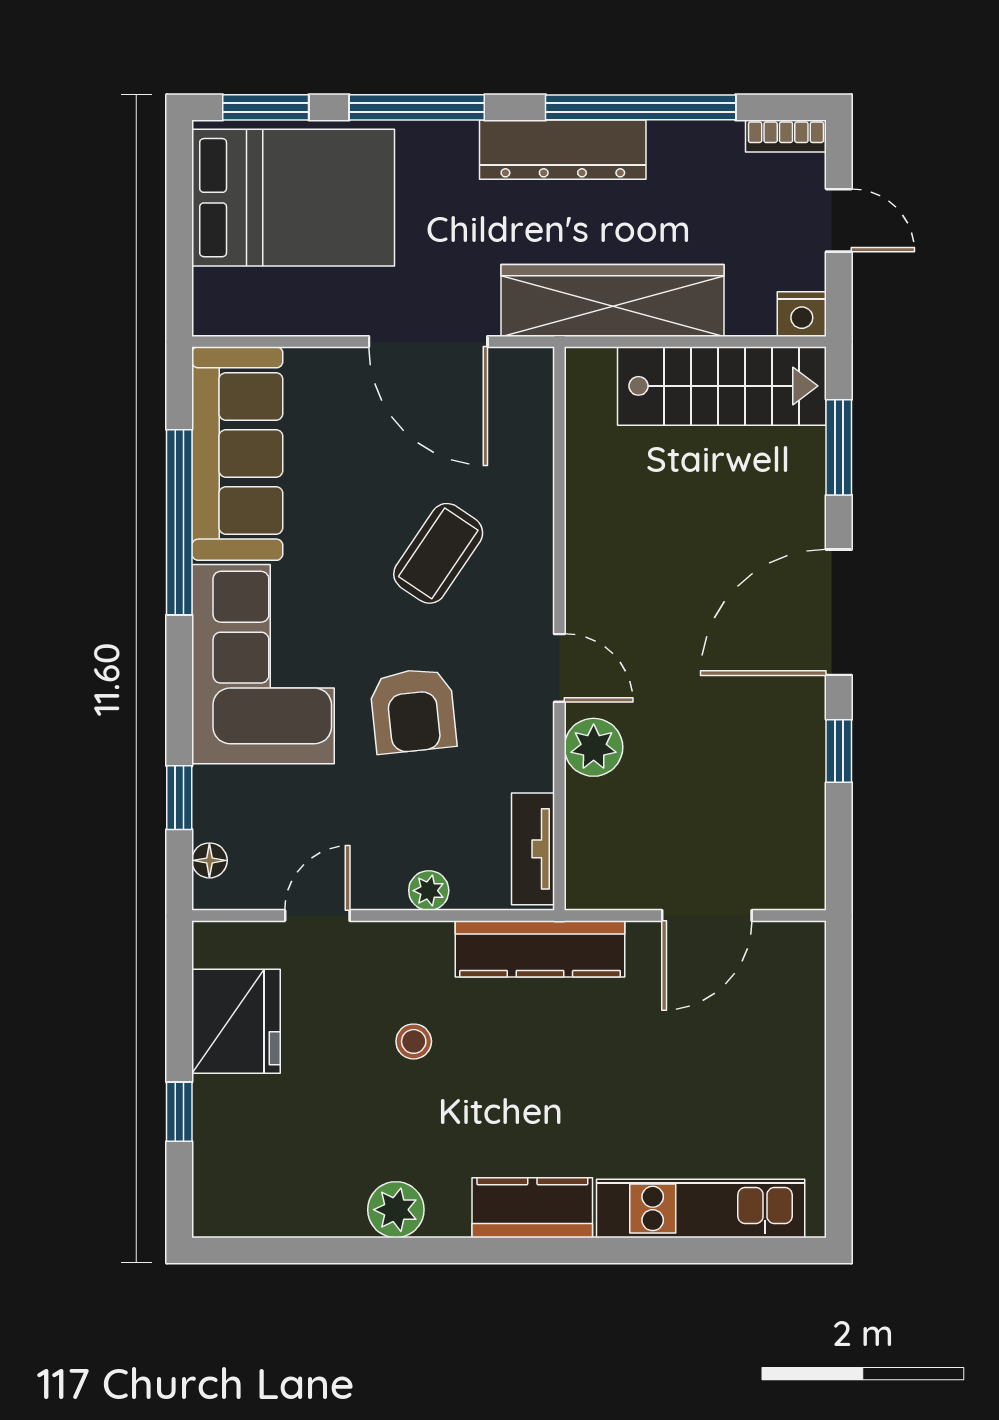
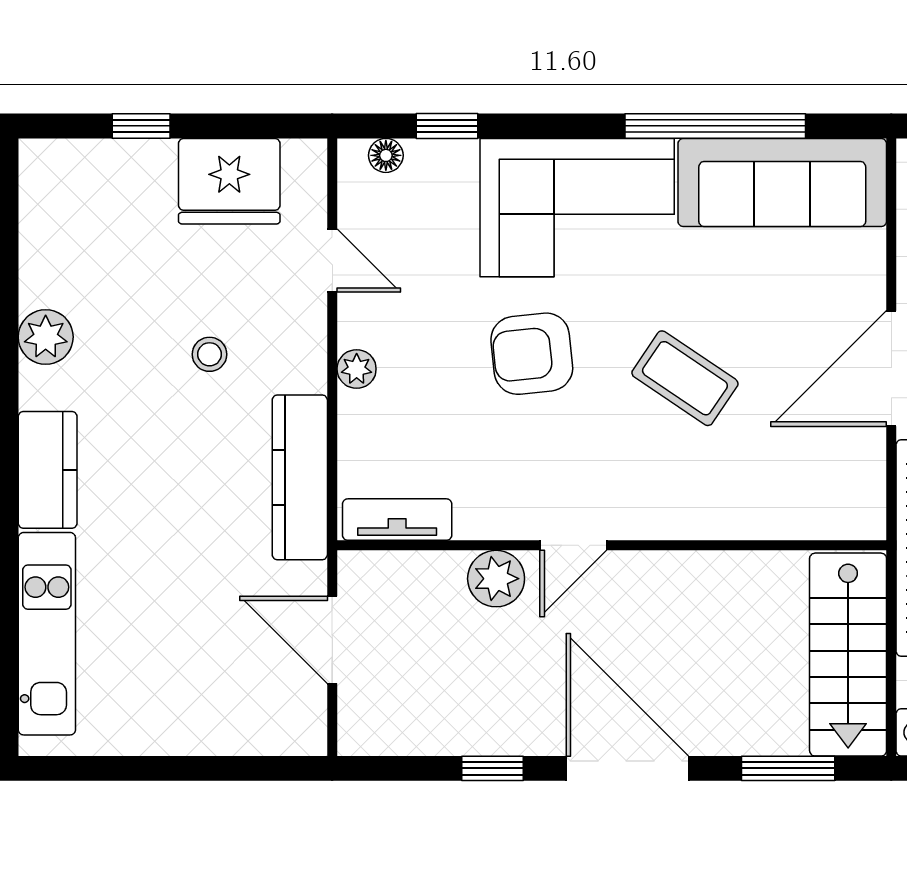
wall: (559, 629) -> (612, 545), moved
door: (559, 668) -> (573, 545), moved
plant: (594, 747) -> (496, 579), moved
tv unit: (533, 849) -> (397, 520), moved

